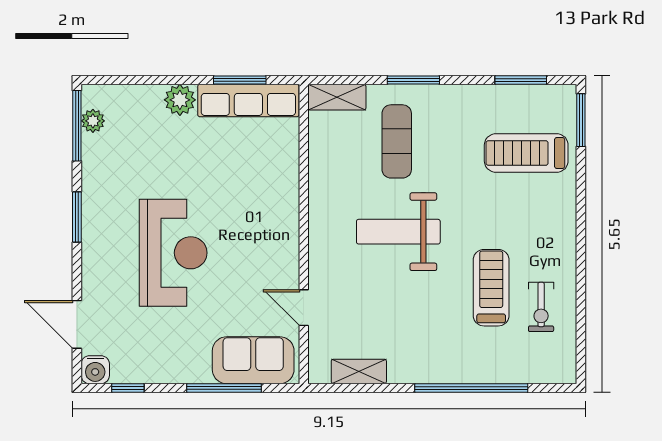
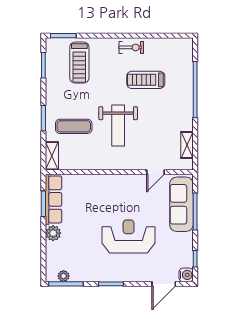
exercise bike: (541, 307) -> (131, 47), moved
sofa: (253, 360) -> (181, 204), width x1.36

